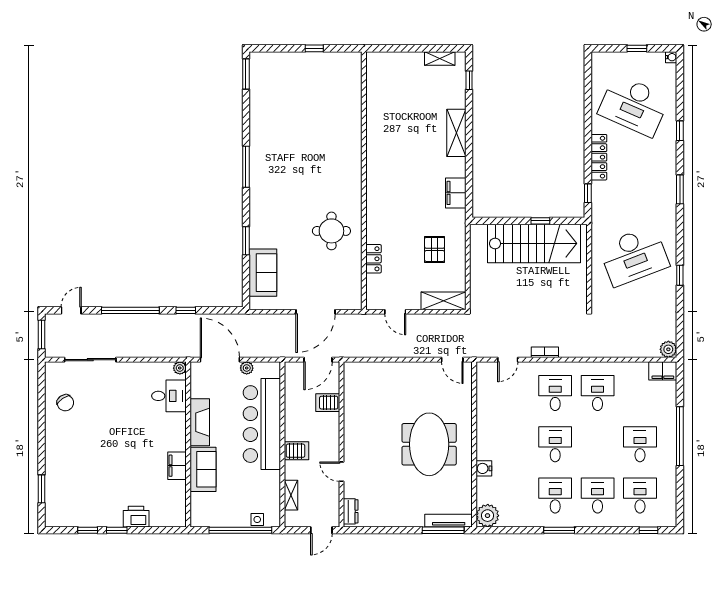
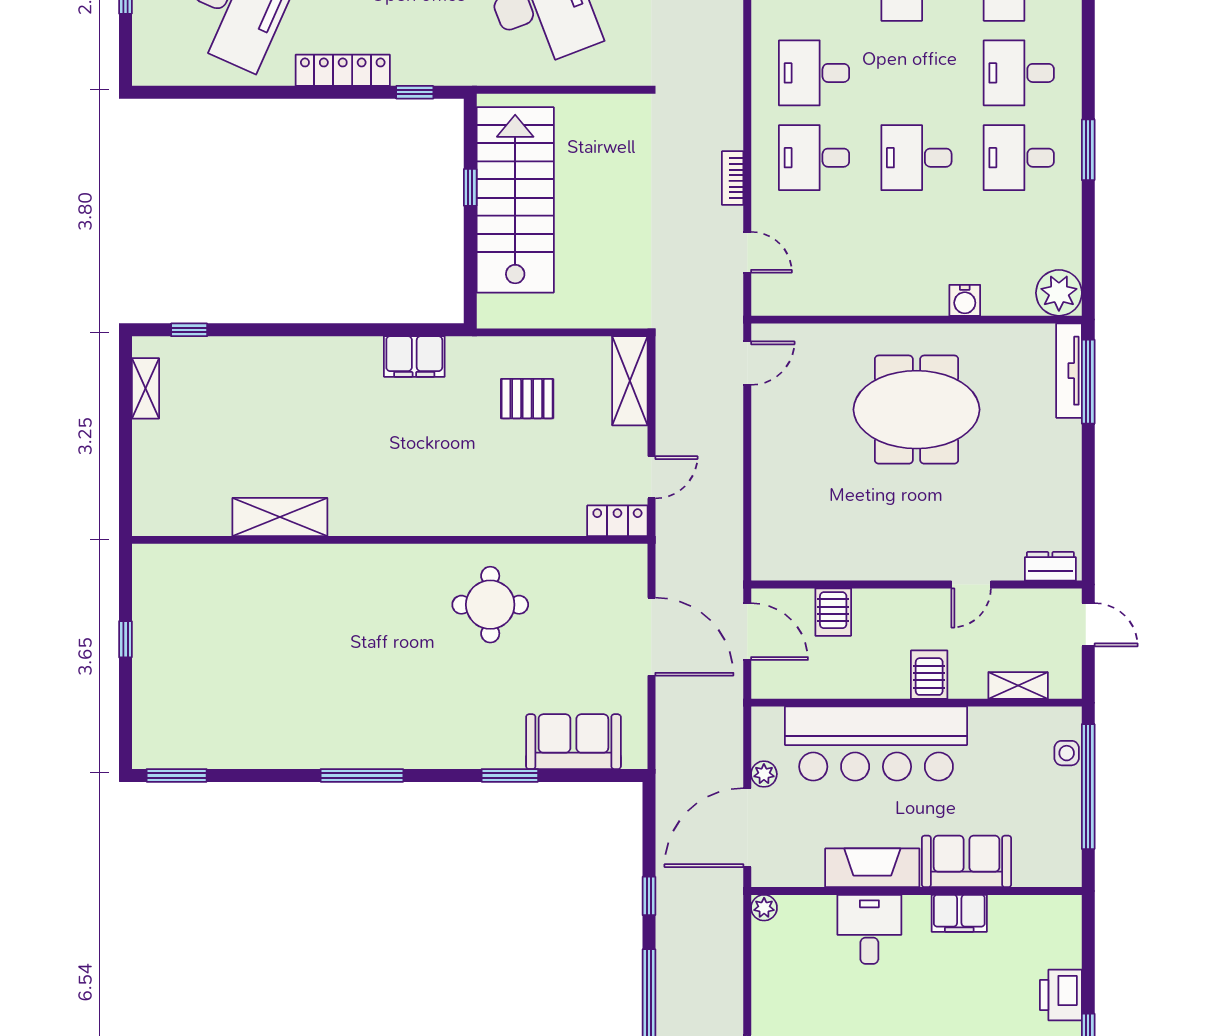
shelving: (456, 133) -> (280, 517), moved
locker: (373, 259) -> (617, 521), moved
desk: (169, 396) -> (869, 929), moved

